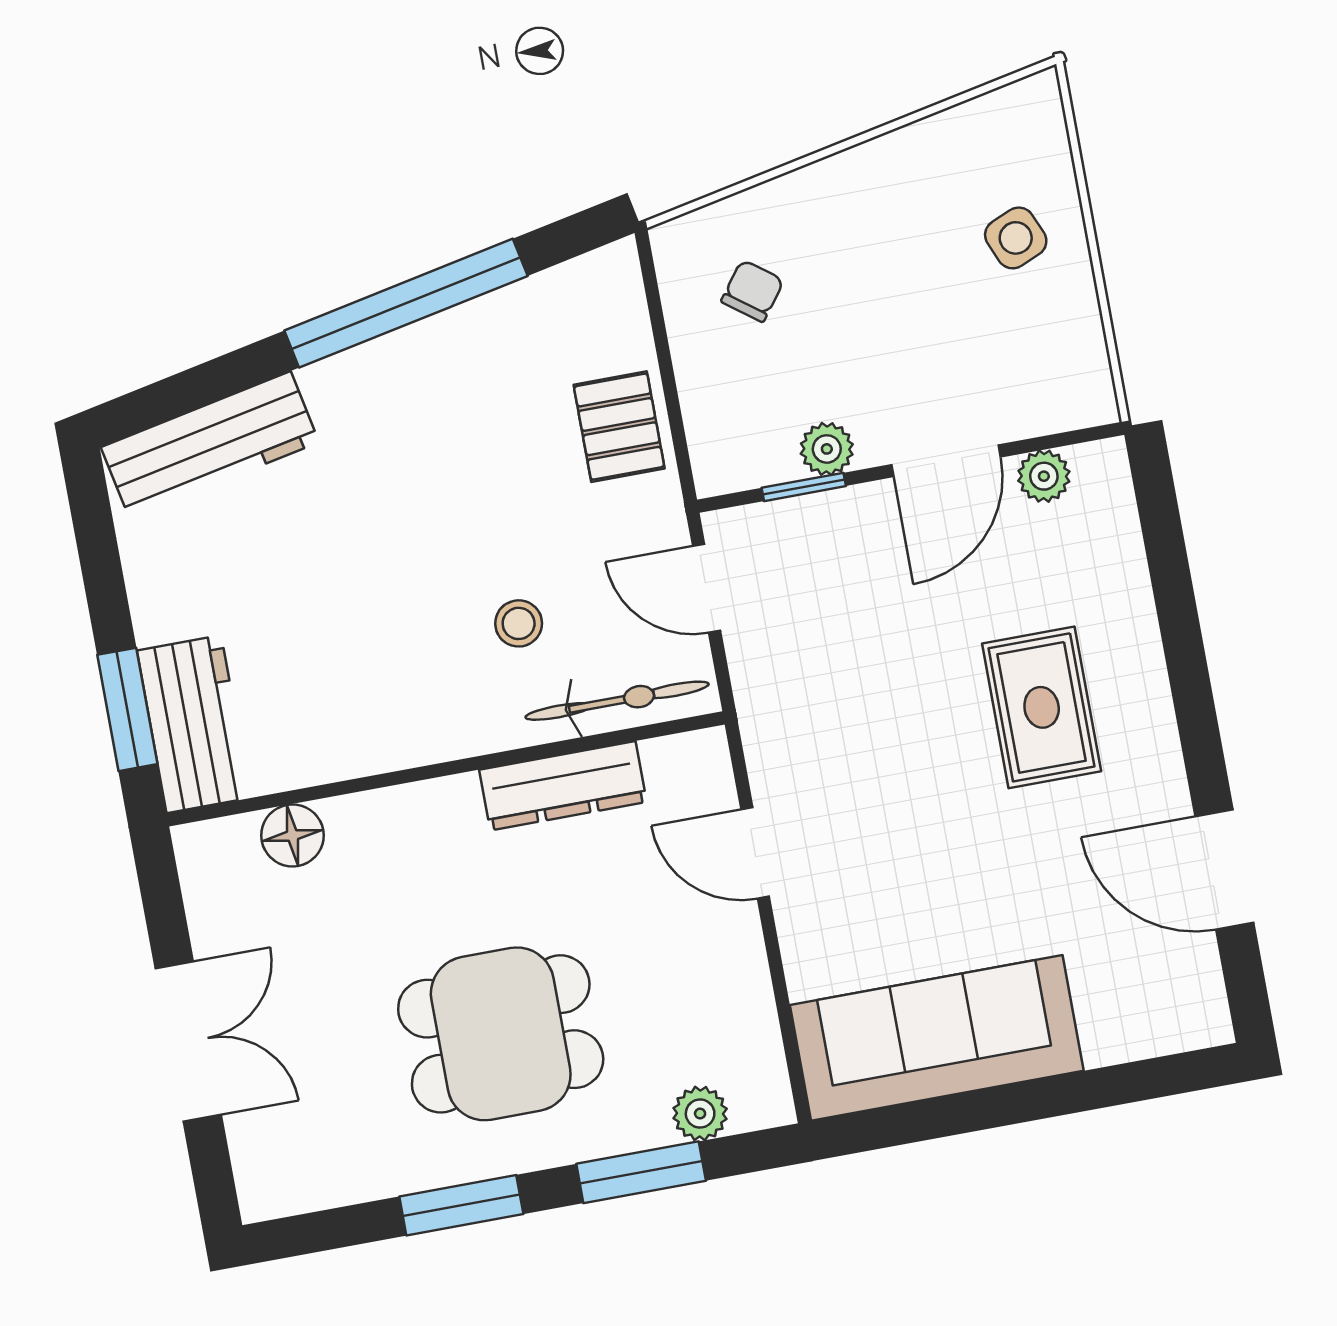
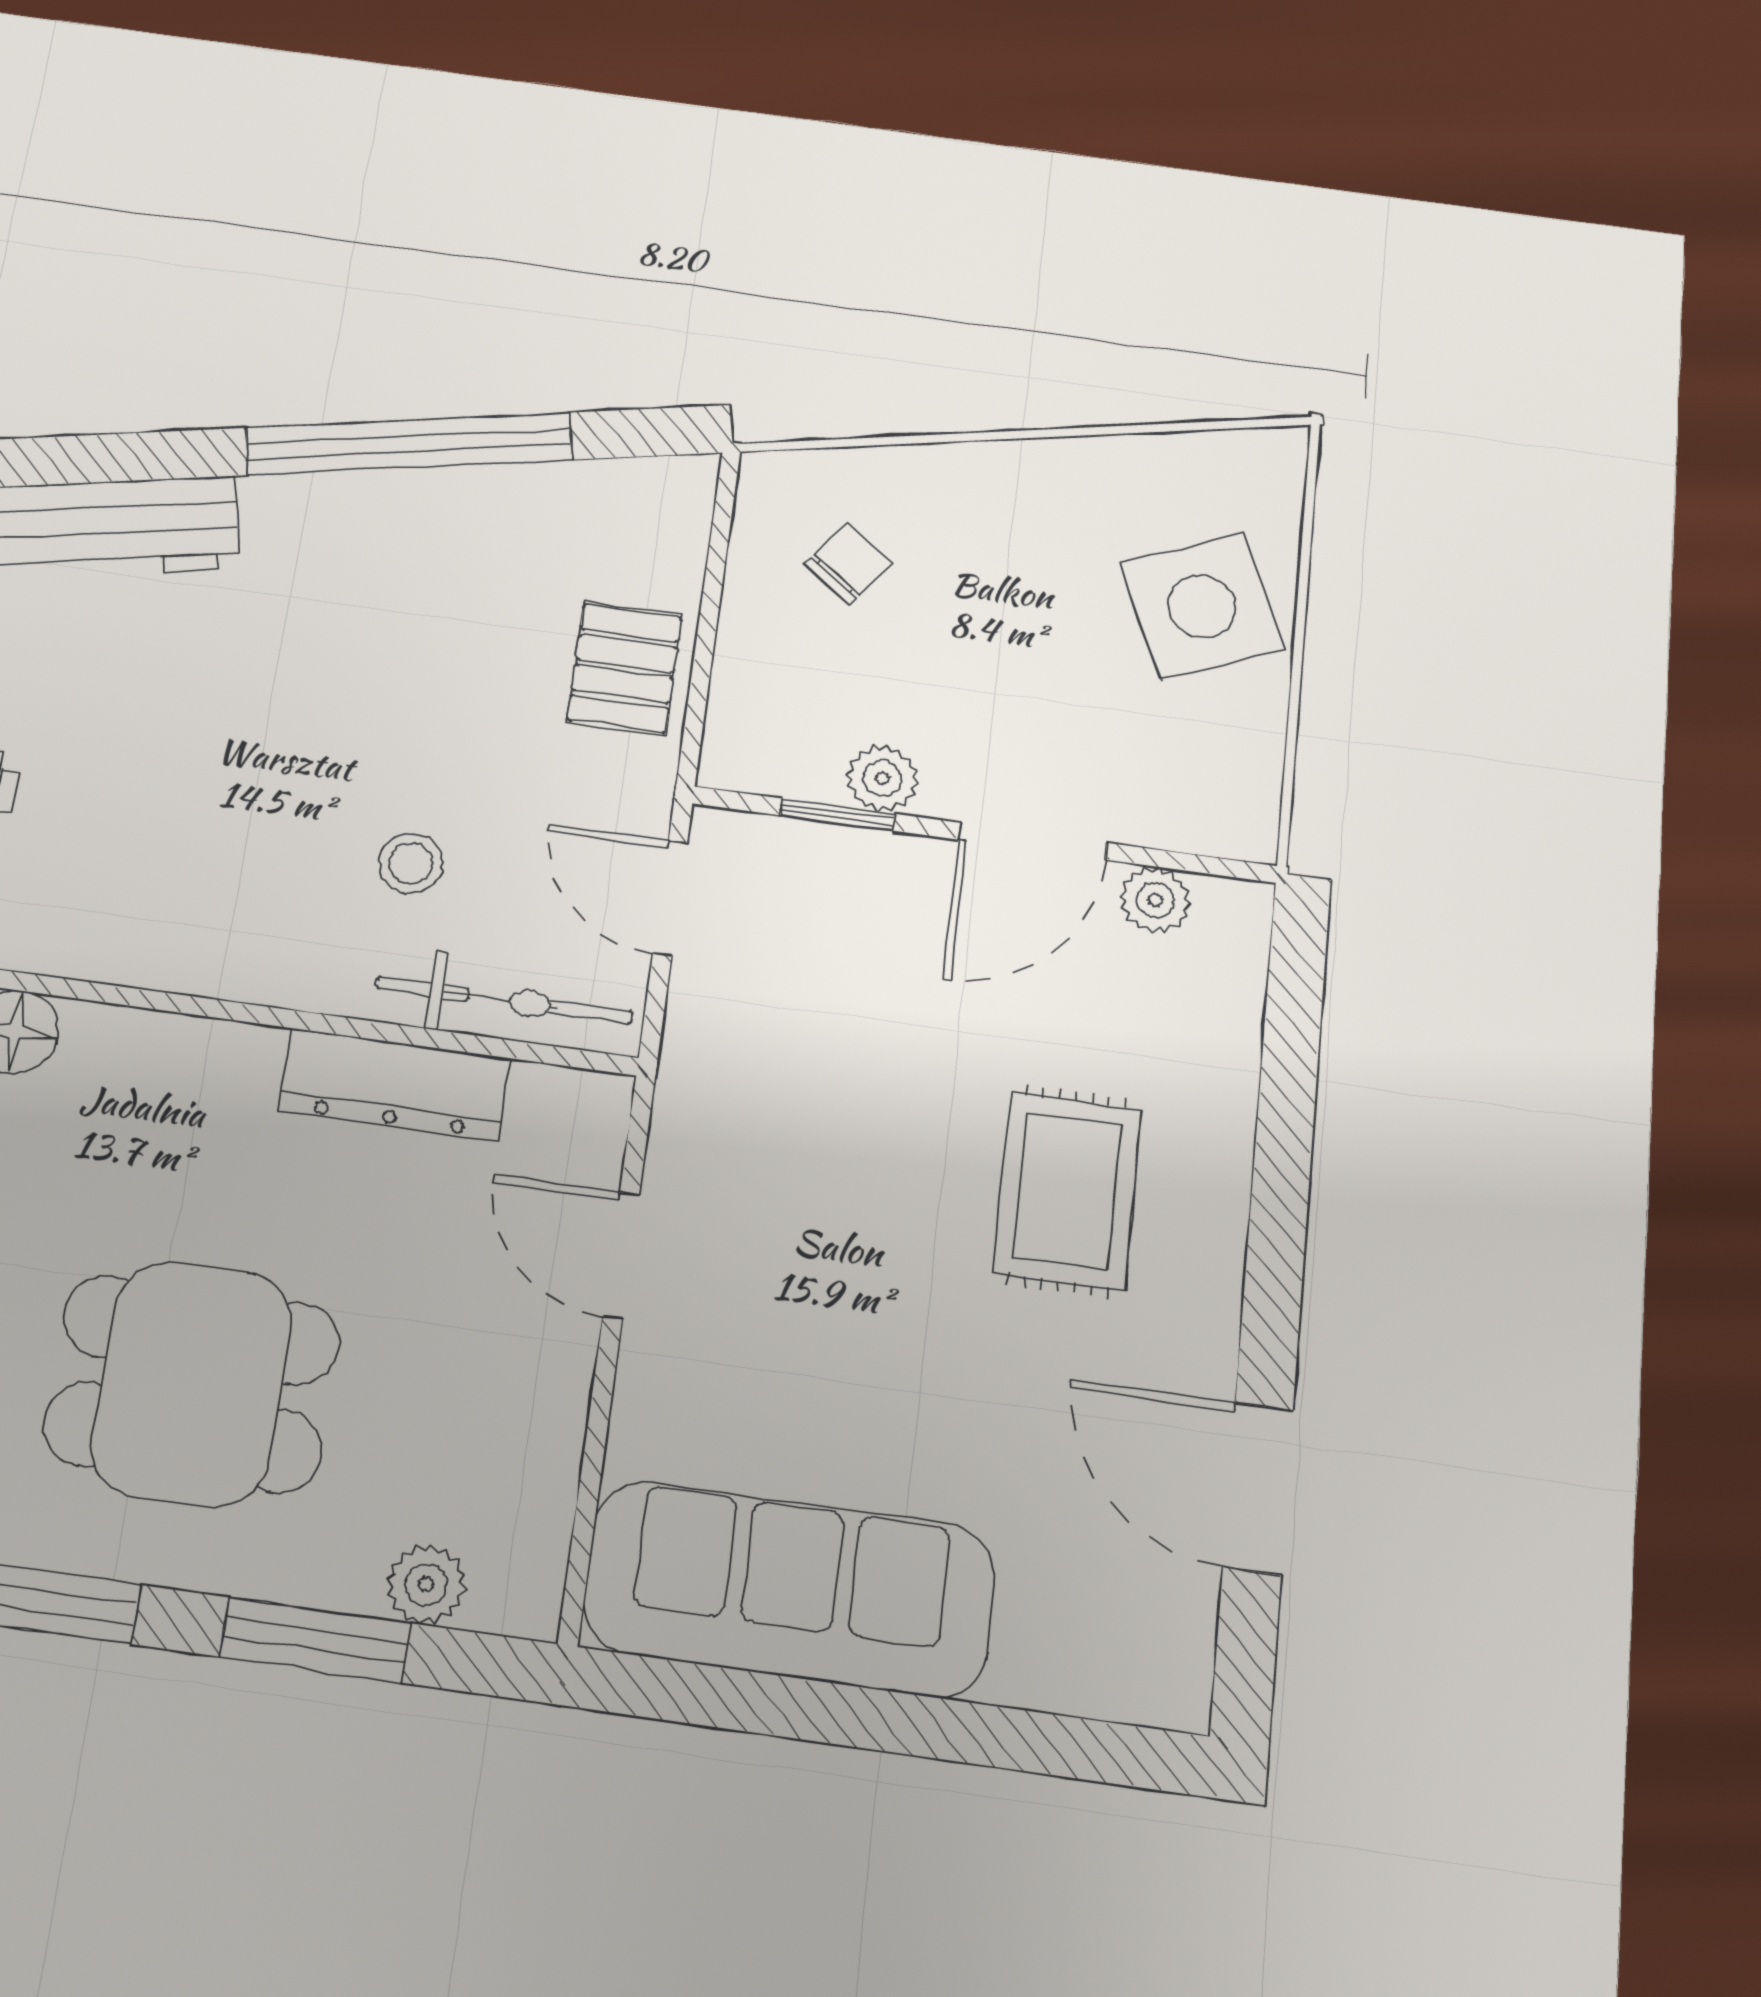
side table: (1016, 238) -> (1202, 606), width x1.87, depth x1.87

